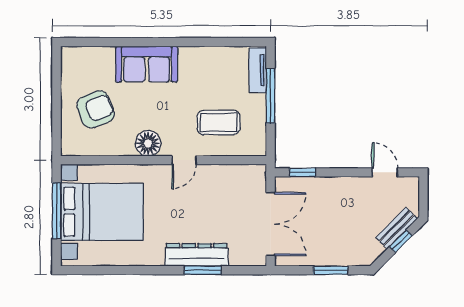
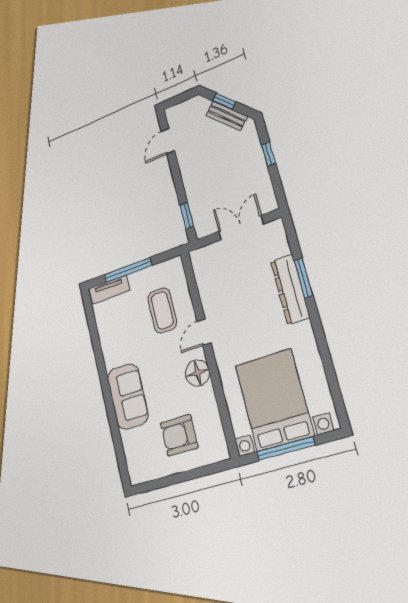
armchair: (95, 109) -> (179, 435), turned -69
door: (184, 160) -> (204, 332), swing flipped
double door: (271, 224) -> (241, 228), width x0.73
bench: (397, 228) -> (227, 116), moved
window: (331, 270) -> (268, 154), width x0.67

